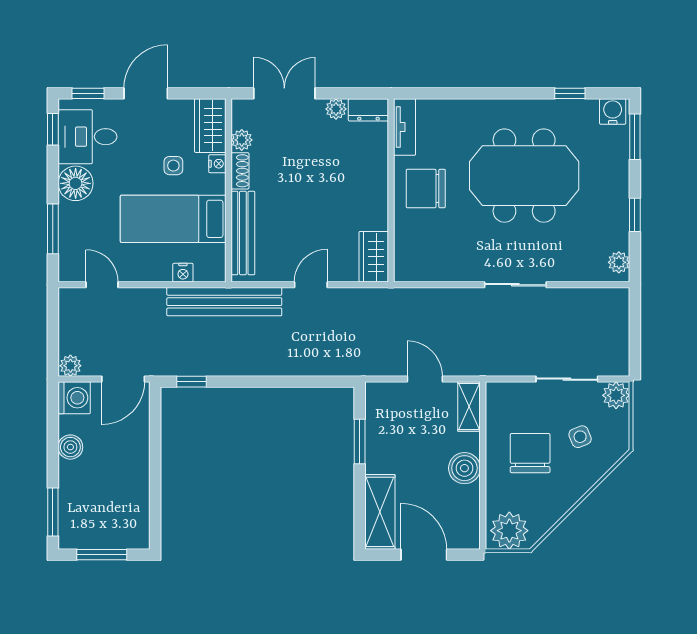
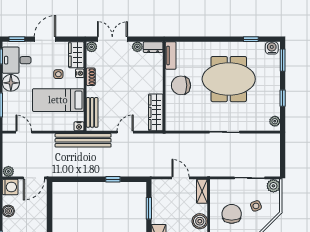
plant: (242, 140) -> (92, 47), moved
bench: (243, 233) -> (92, 112), width x0.73
wardrobe: (374, 257) -> (156, 112), width x1.50
nightstand: (183, 273) -> (79, 126), moved
window: (192, 382) -> (113, 179), moved

